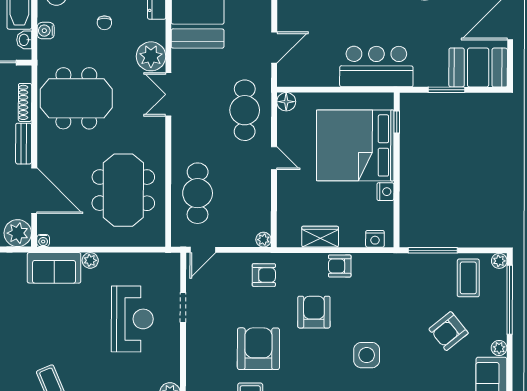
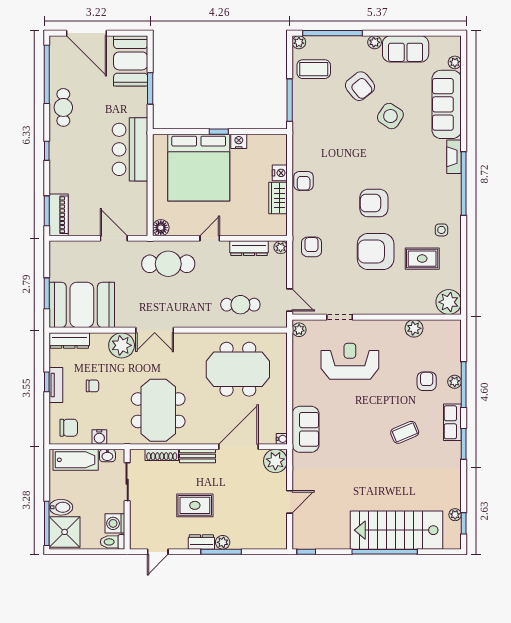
window: (397, 122) -> (219, 132), moved
cafe table: (198, 193) -> (240, 305), width x0.73, depth x0.74
dresser: (262, 203) -> (249, 248), added
nightstand: (375, 239) -> (280, 173), moved
plant: (90, 260) -> (299, 330), moved
armchair: (314, 312) -> (374, 203), moved
side table: (367, 355) -> (390, 116), moved, turned 33

